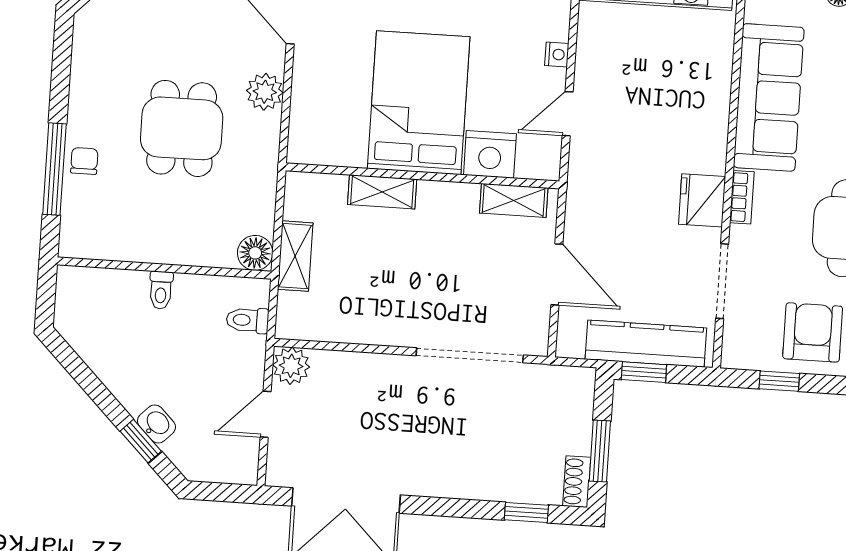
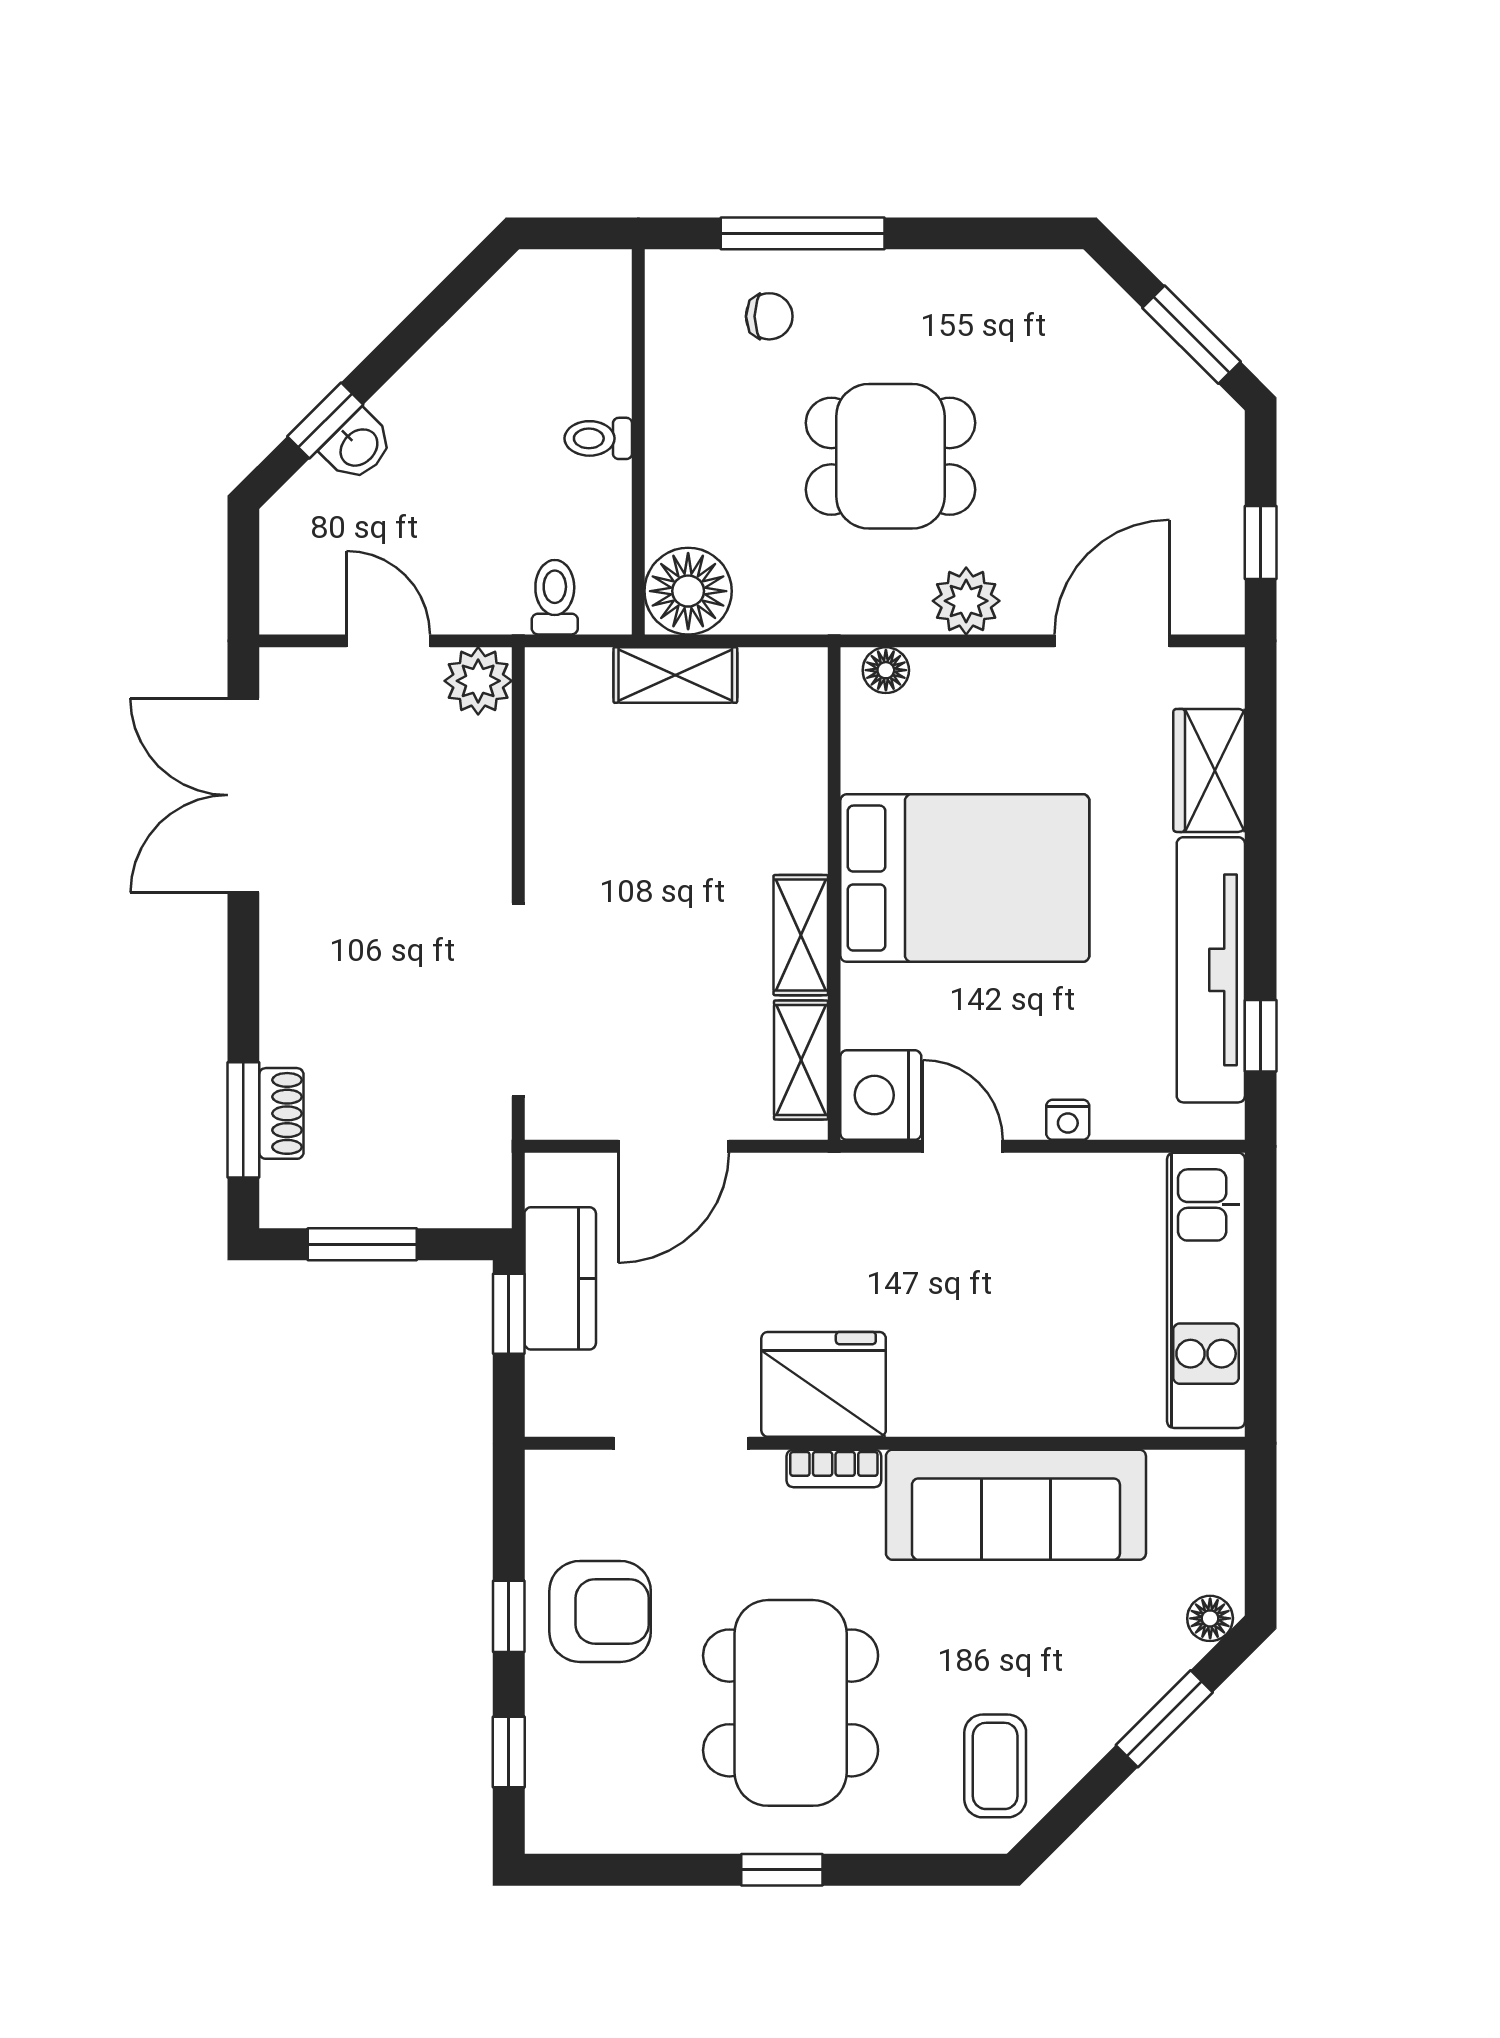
floor lamp: (300, 139) -> (886, 670), added
nightstand: (490, 154) -> (881, 1095), moved
chair: (84, 161) -> (769, 316), moved
shelving: (382, 192) -> (801, 935), moved
fridge: (702, 200) -> (824, 1384), width x1.36, depth x1.34
floor lamp: (255, 253) -> (688, 591), width x1.38, depth x1.38
kitchen counter: (646, 344) -> (560, 1278), width x0.67
window: (779, 381) -> (509, 1616), moved
shoe rack: (577, 482) -> (281, 1113), moved, turned 90
window: (526, 512) -> (243, 1120), width x1.50

